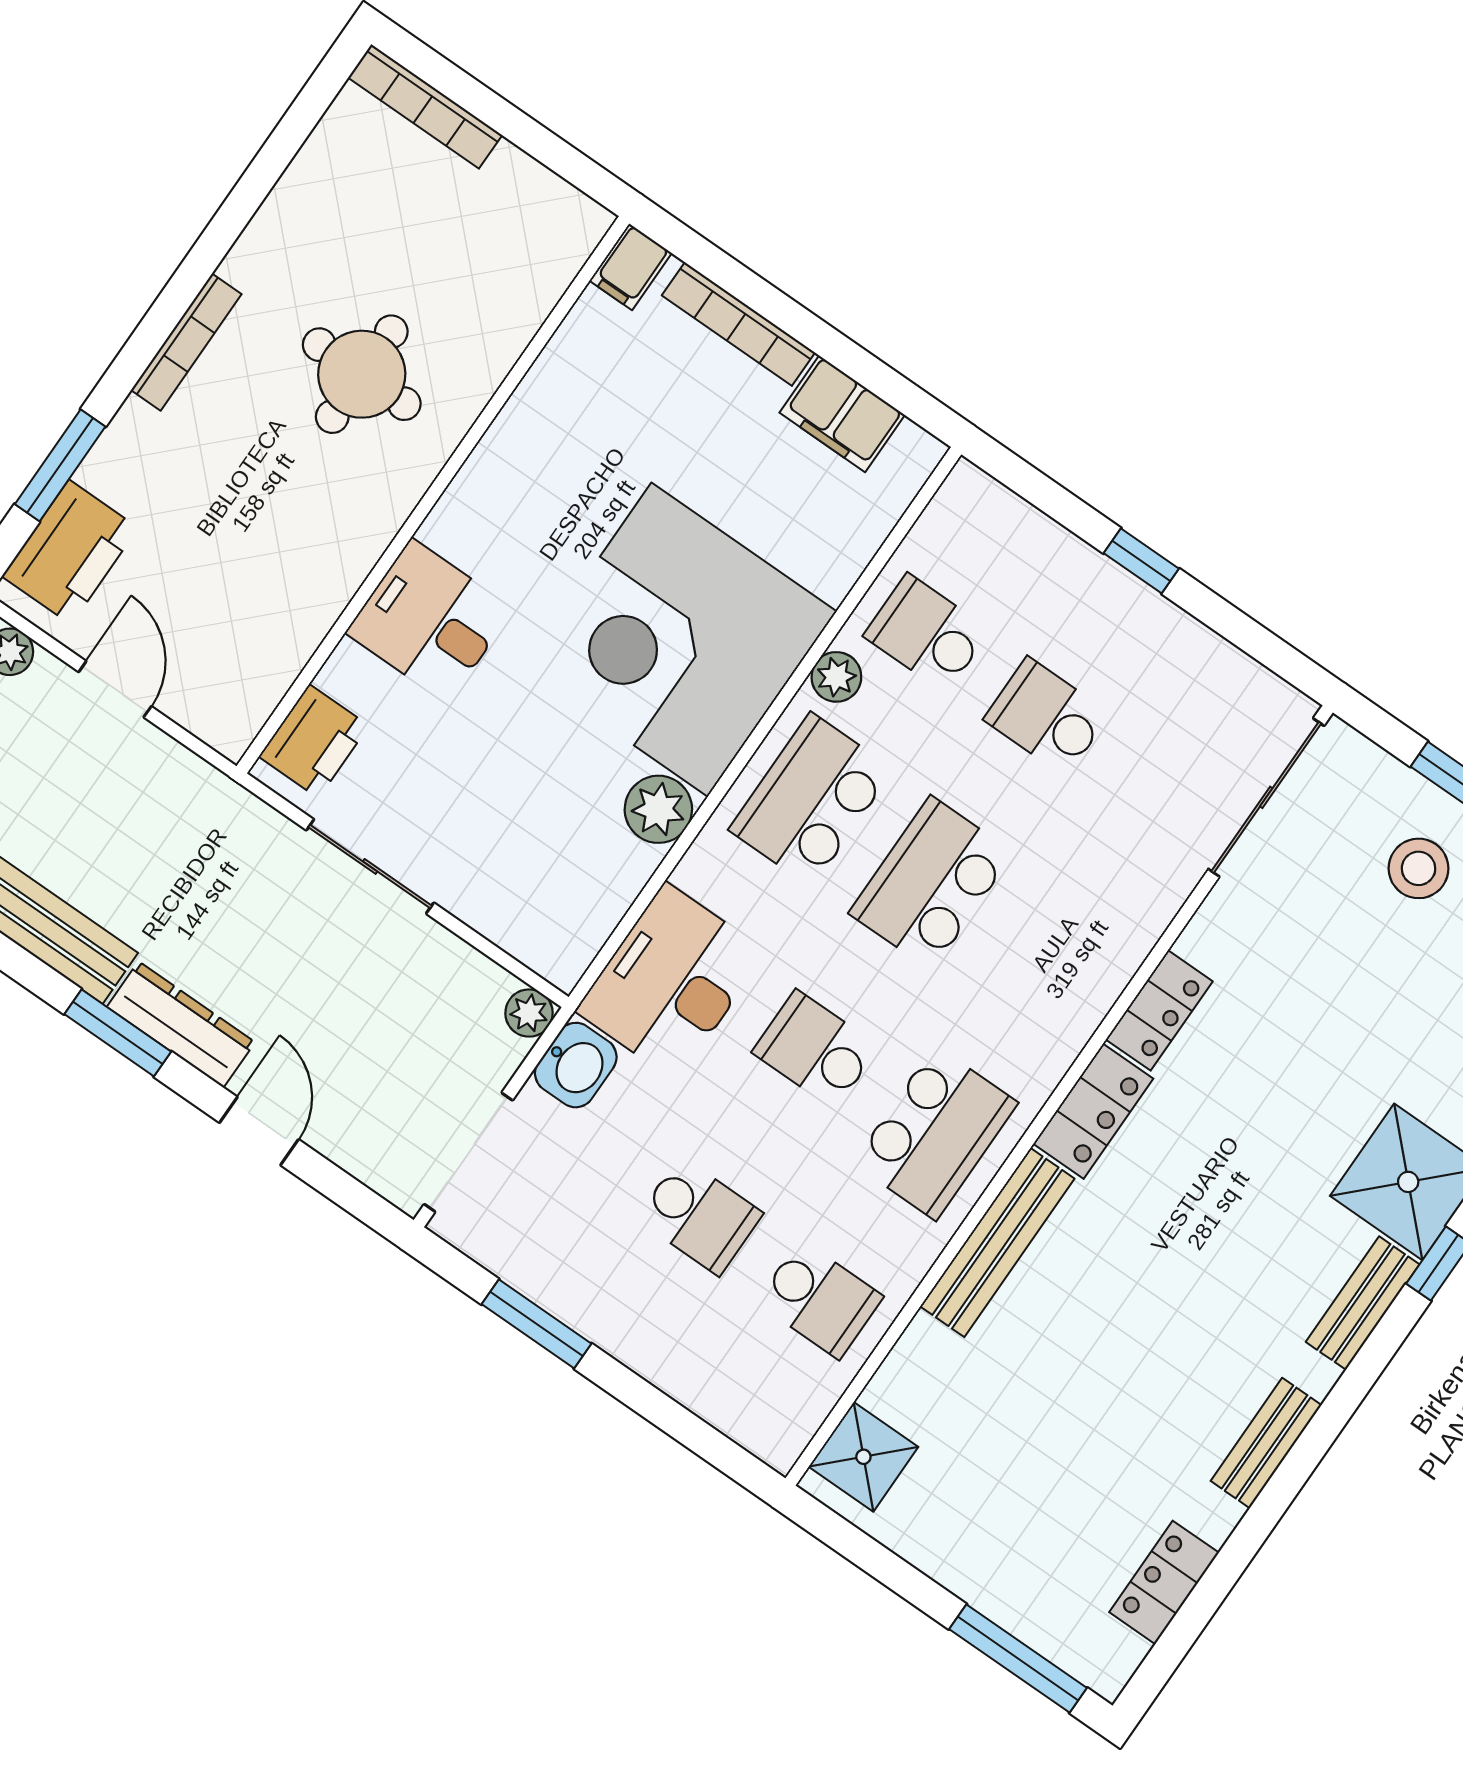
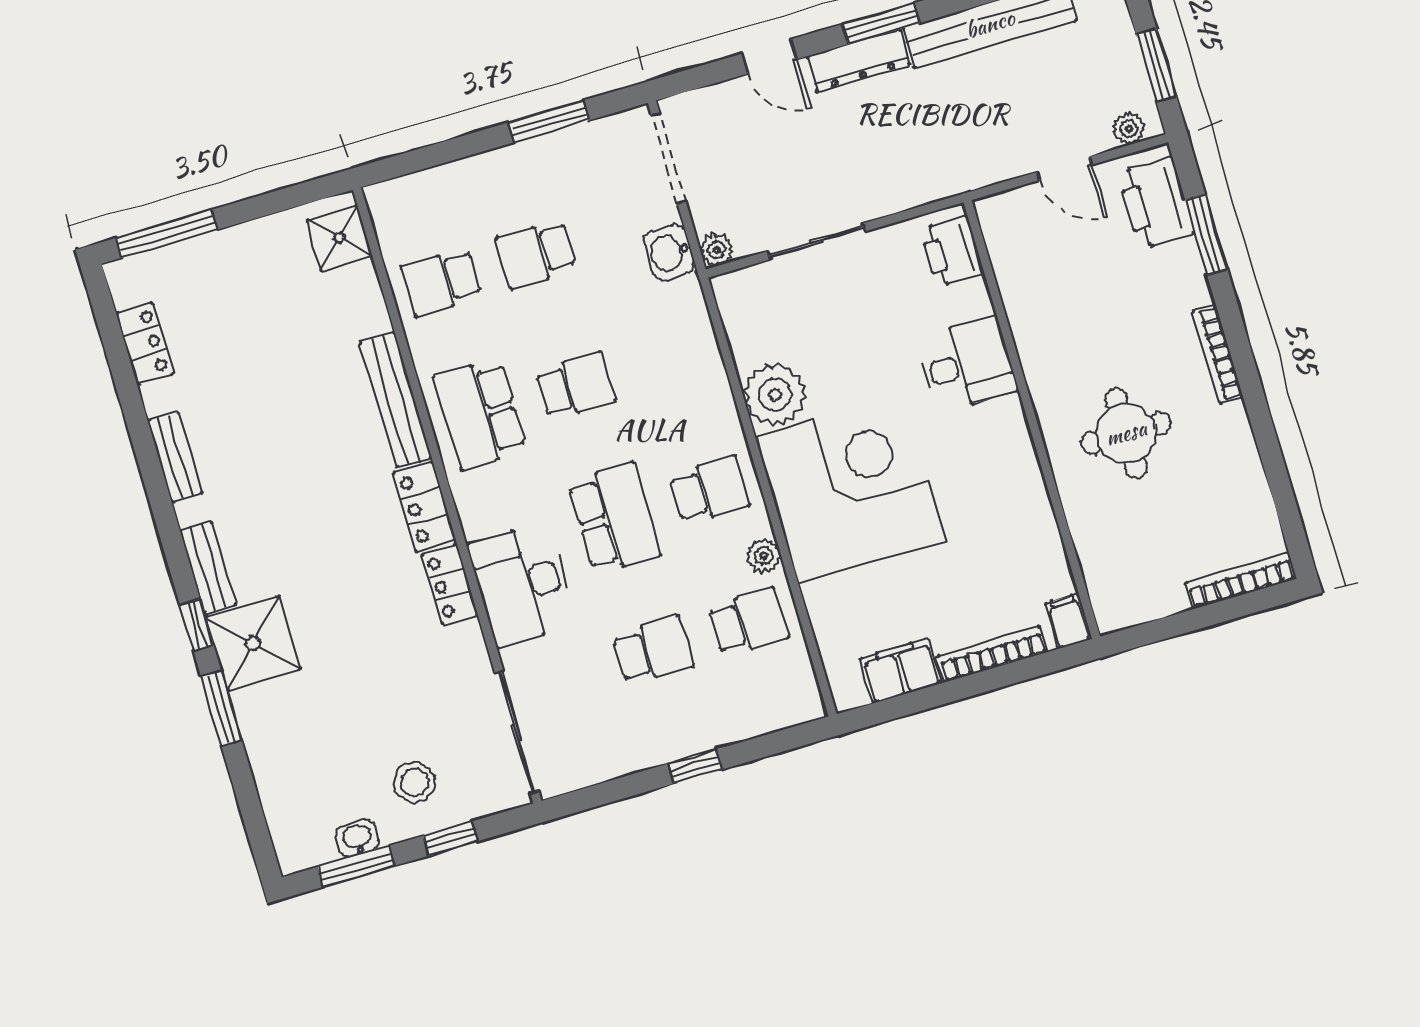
school desk: (811, 800) -> (709, 490), width x0.54
plant: (658, 809) -> (775, 395), width x1.36, depth x1.36
sliding door: (370, 866) -> (816, 241), moved
desk: (671, 981) -> (522, 585), moved, turned 180

